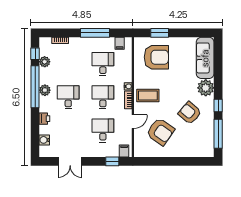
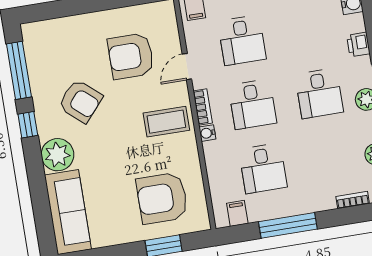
armchair: (160, 132) -> (131, 56), turned -35

